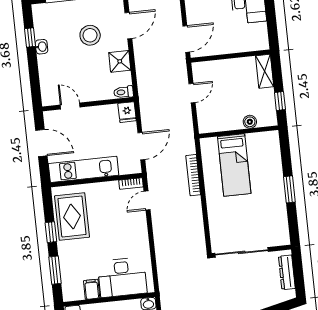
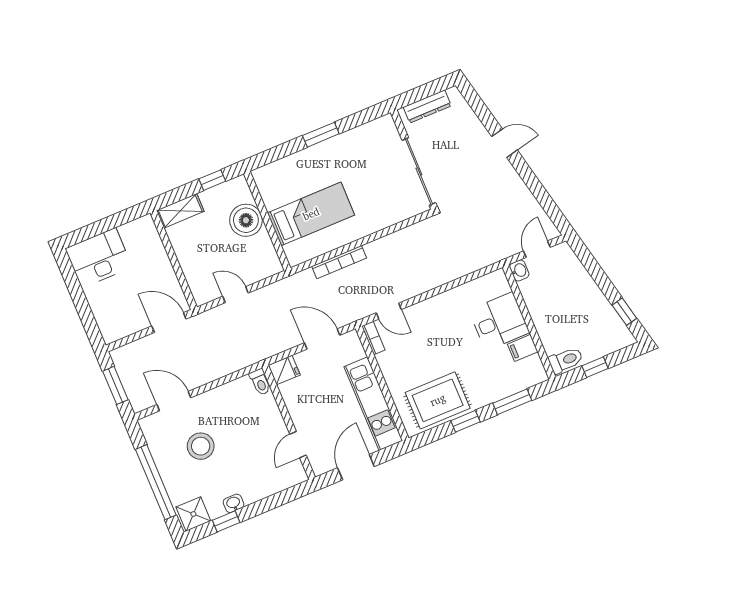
shower: (120, 61) -> (193, 514), moved
boiler: (250, 122) -> (246, 220), width x1.86, depth x1.86
desk: (122, 277) -> (499, 321), width x0.73

